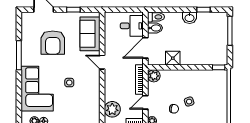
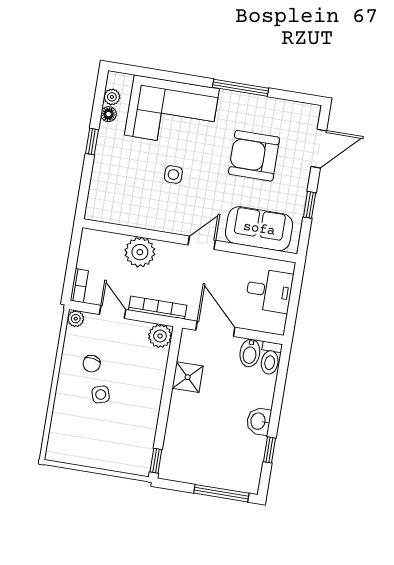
desk: (132, 26) -> (269, 291), moved, turned -90
plant: (112, 109) -> (140, 252), moved

